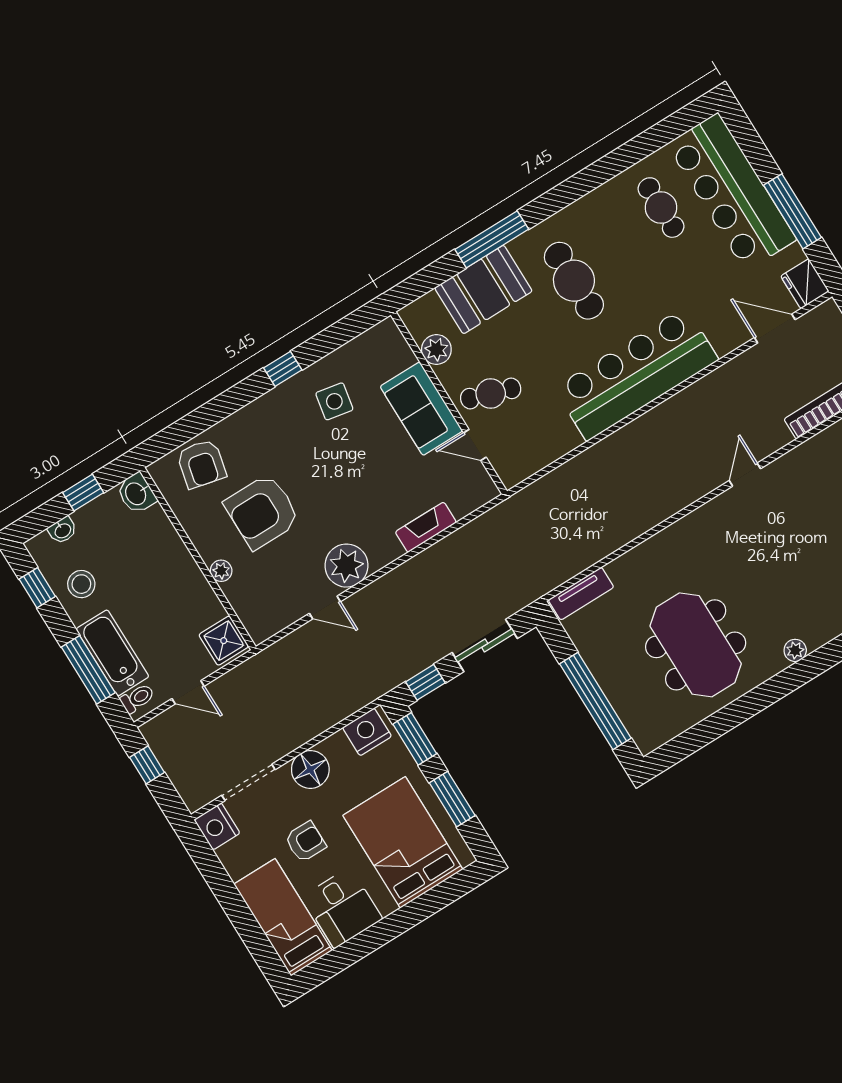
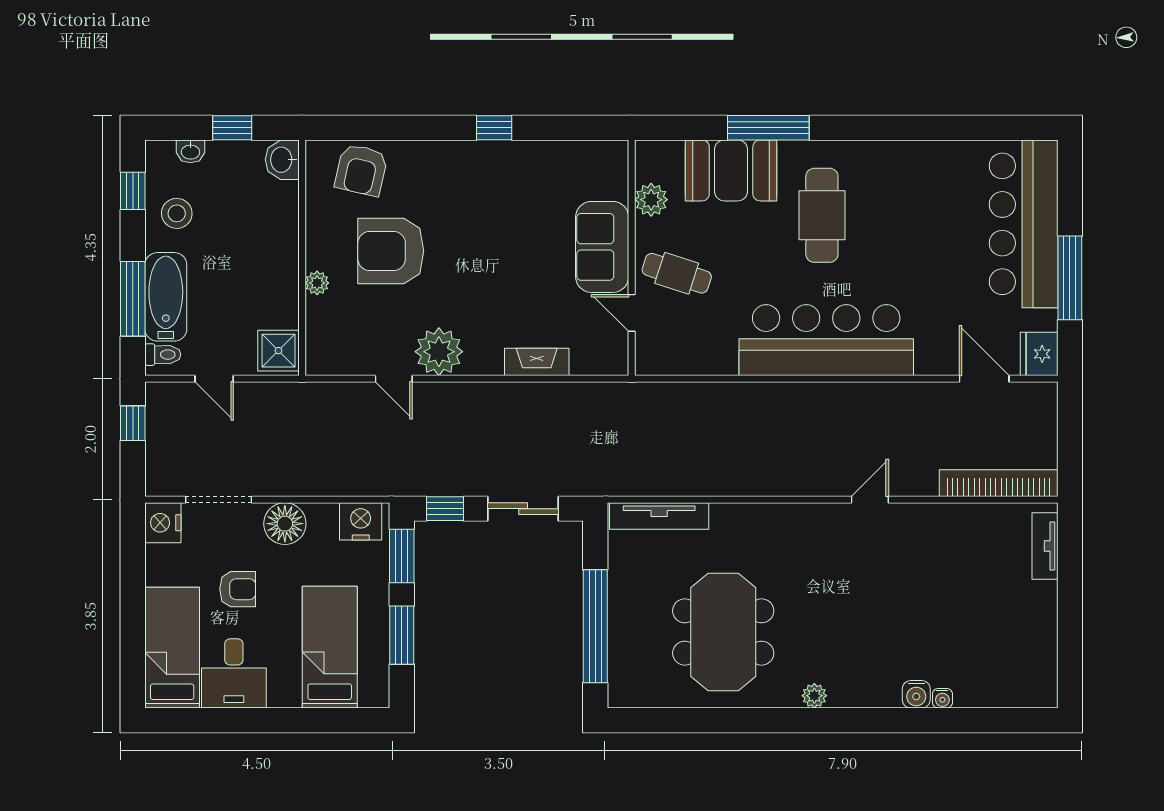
cafe table: (661, 208) -> (947, 197), removed
side table: (334, 401) -> (524, 189), removed
tv unit: (581, 594) -> (659, 516), width x1.41
bed: (403, 842) -> (330, 647), width x0.67

